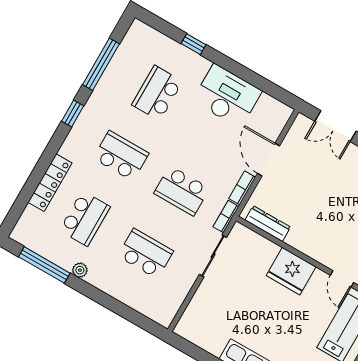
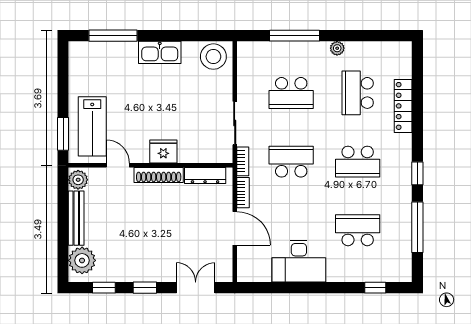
window: (193, 44) -> (375, 288), moved
school desk: (157, 93) -> (358, 230), turned -90
shoe rack: (310, 248) -> (159, 175), added
window: (44, 265) -> (295, 36), moved
fridge: (291, 271) -> (163, 151), width x0.73, depth x0.75
stool: (197, 328) -> (213, 57), added

